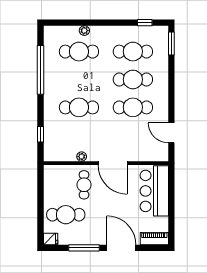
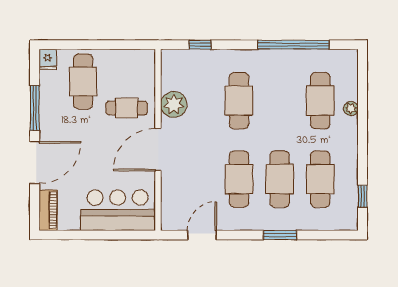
window: (171, 43) -> (280, 235), moved
plant: (82, 157) -> (174, 104), width x1.87, depth x1.87

